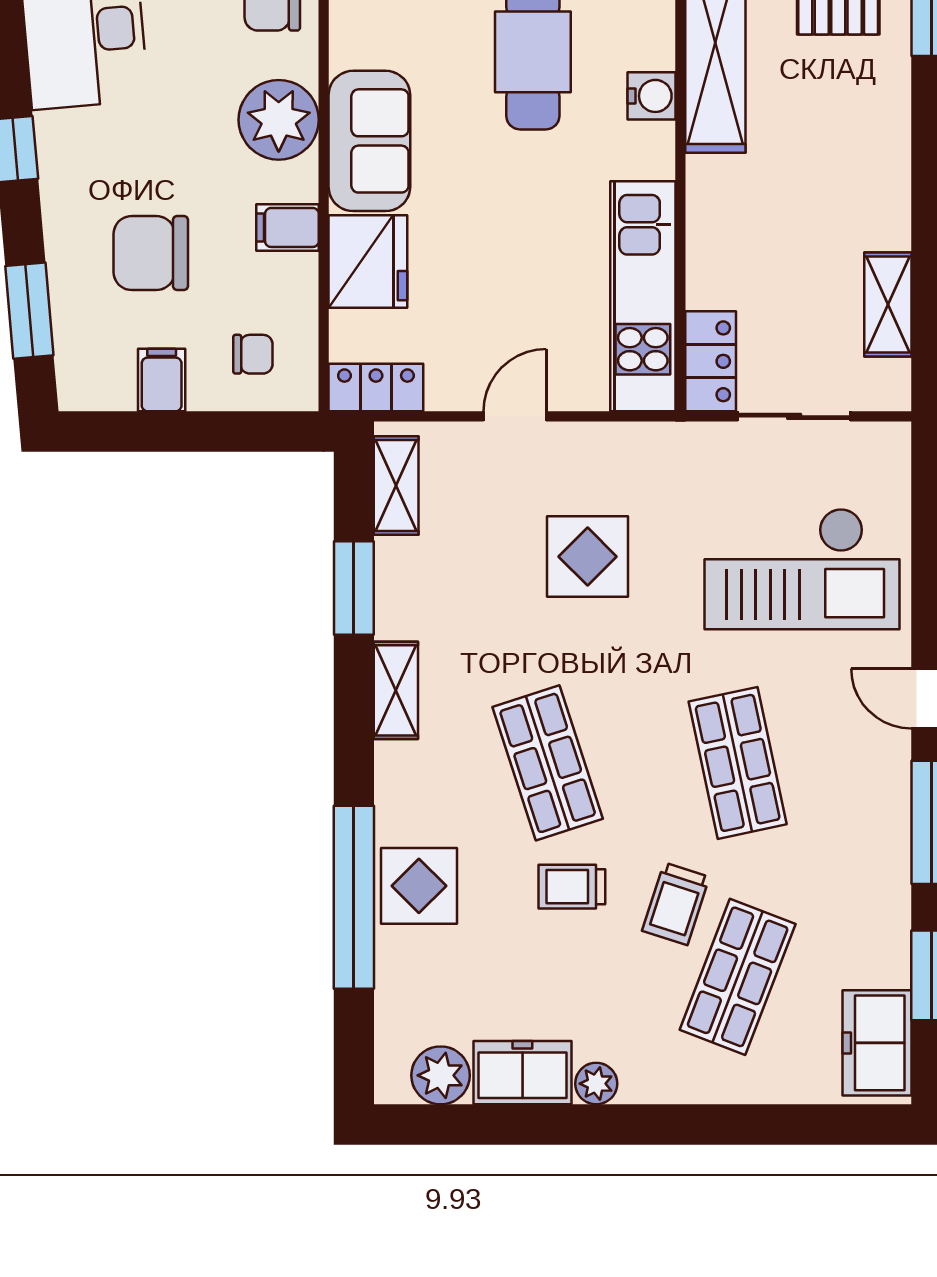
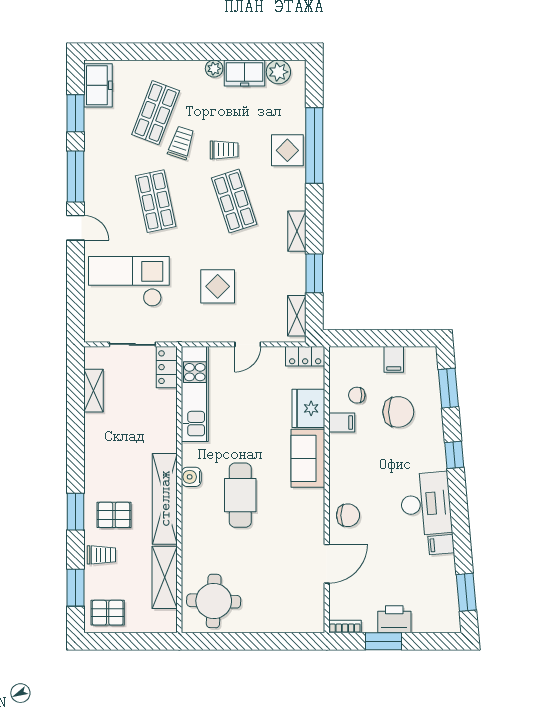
plant: (279, 120) -> (345, 467), removed
chair: (253, 354) -> (357, 395), moved

